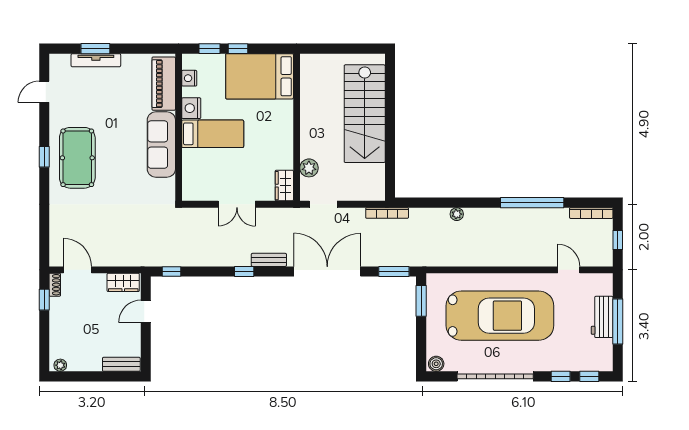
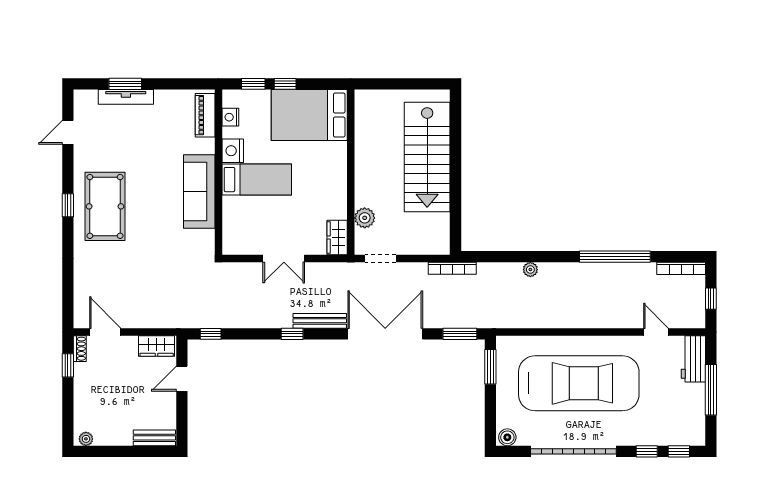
piano: (164, 84) -> (205, 115), width x0.73, depth x0.75
bench: (269, 260) -> (320, 321), width x1.36
workbench: (602, 317) -> (693, 359), moved

